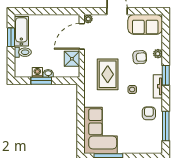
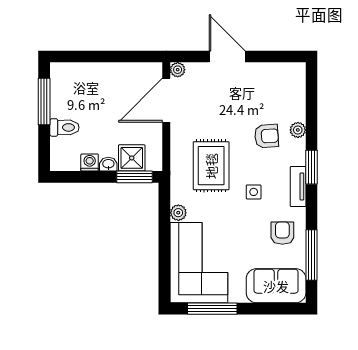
sofa: (145, 24) -> (276, 286), moved, turned 180
bathtub: (21, 31) -> (62, 91), removed
window: (11, 37) -> (44, 102), width x1.44
shower: (72, 59) -> (132, 158), moved
window: (41, 81) -> (134, 177), moved
plant: (89, 101) -> (178, 213), added

